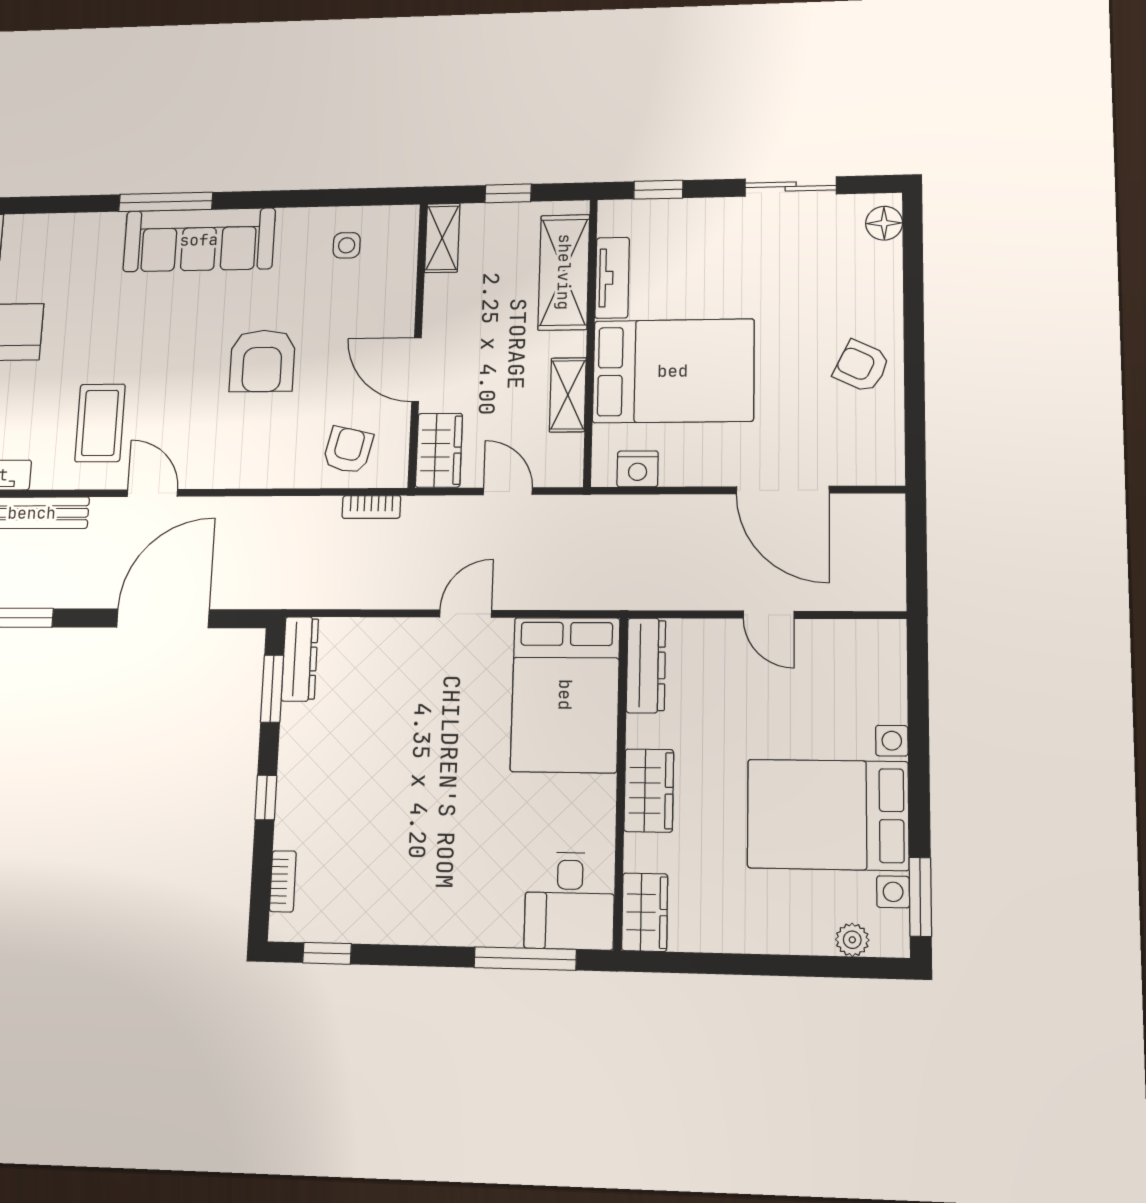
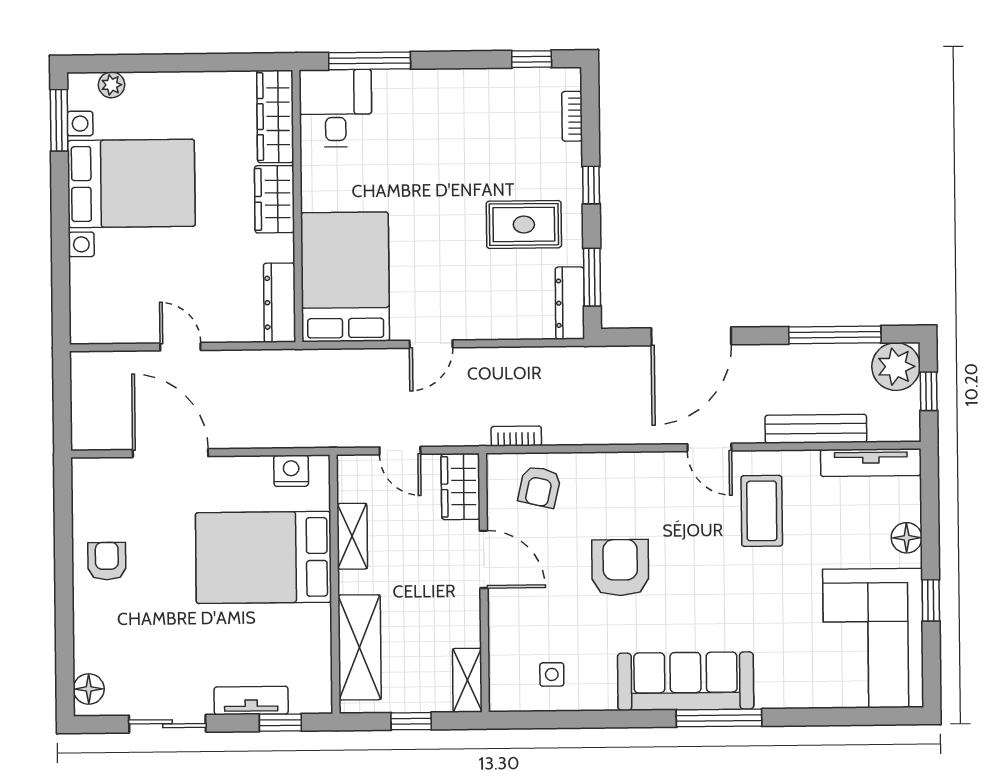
tv unit: (612, 278) -> (251, 700), moved, turned 90
armchair: (862, 366) -> (107, 561), turned -116
rug: (348, 753) -> (524, 224), added
wardrobe: (645, 912) -> (275, 116), width x1.50

